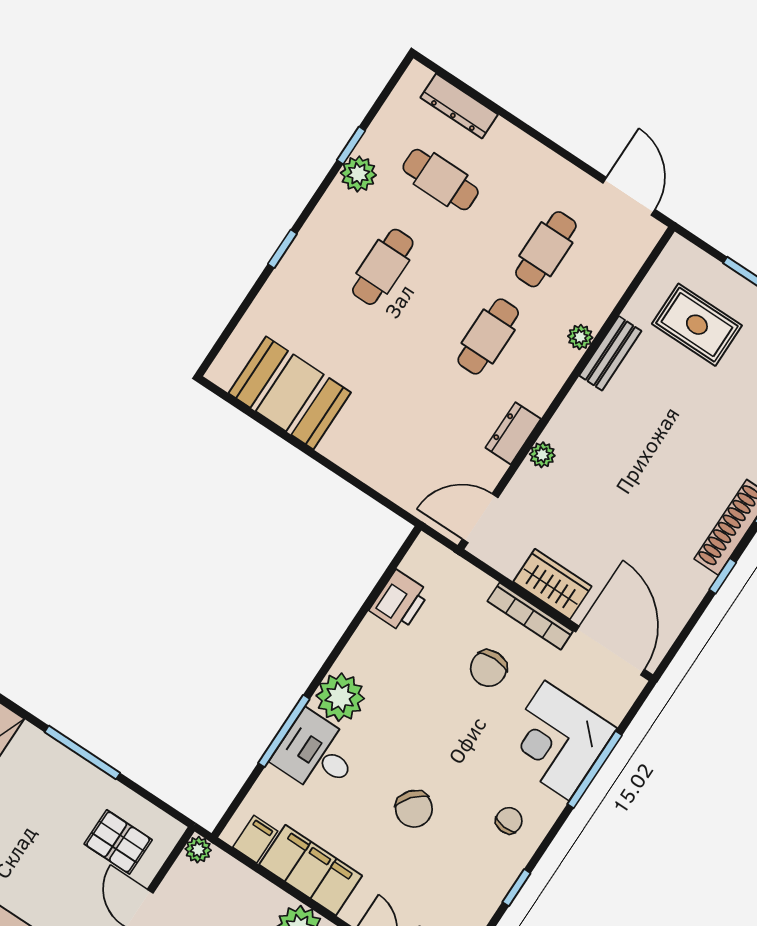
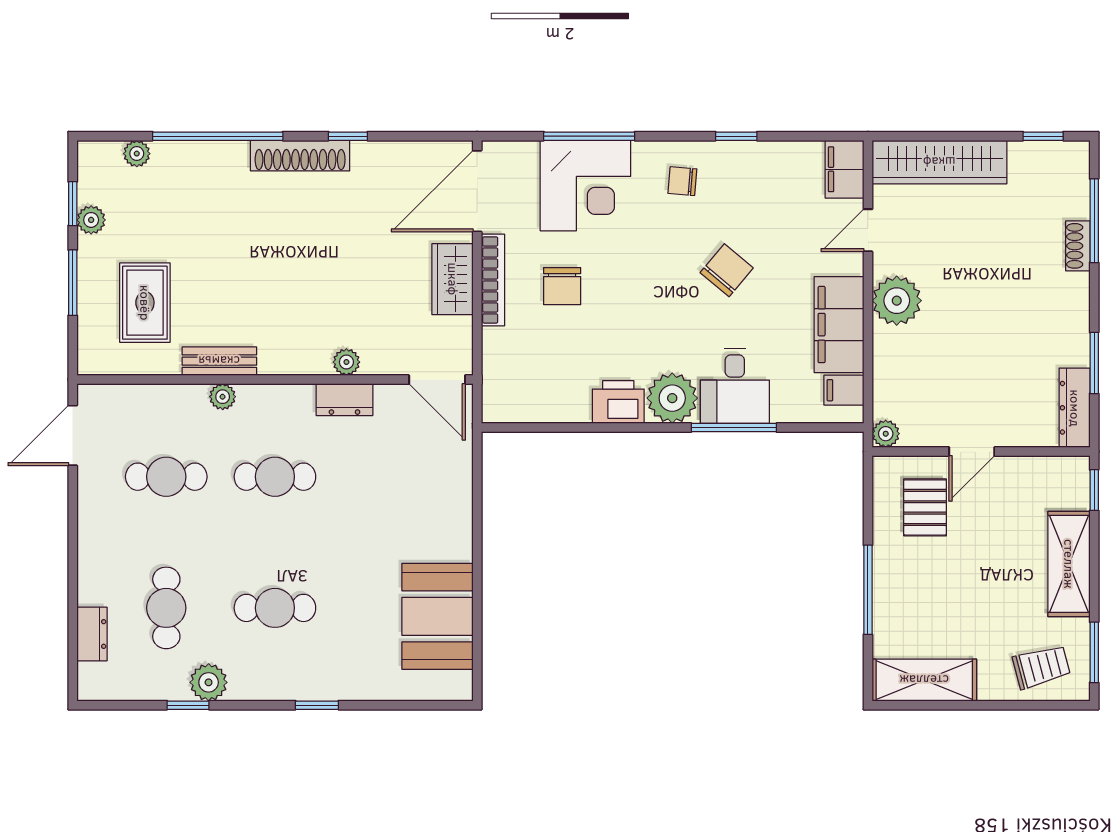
dresser: (459, 106) -> (92, 634), width x0.70
printer: (399, 601) -> (618, 402), moved
chair: (489, 668) -> (562, 286), turned 90

